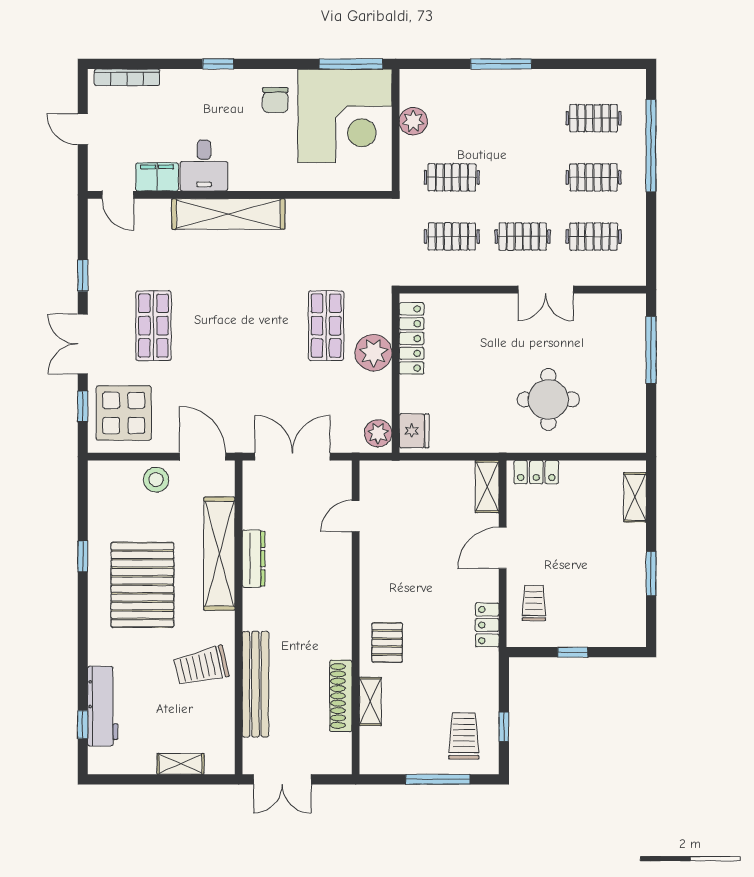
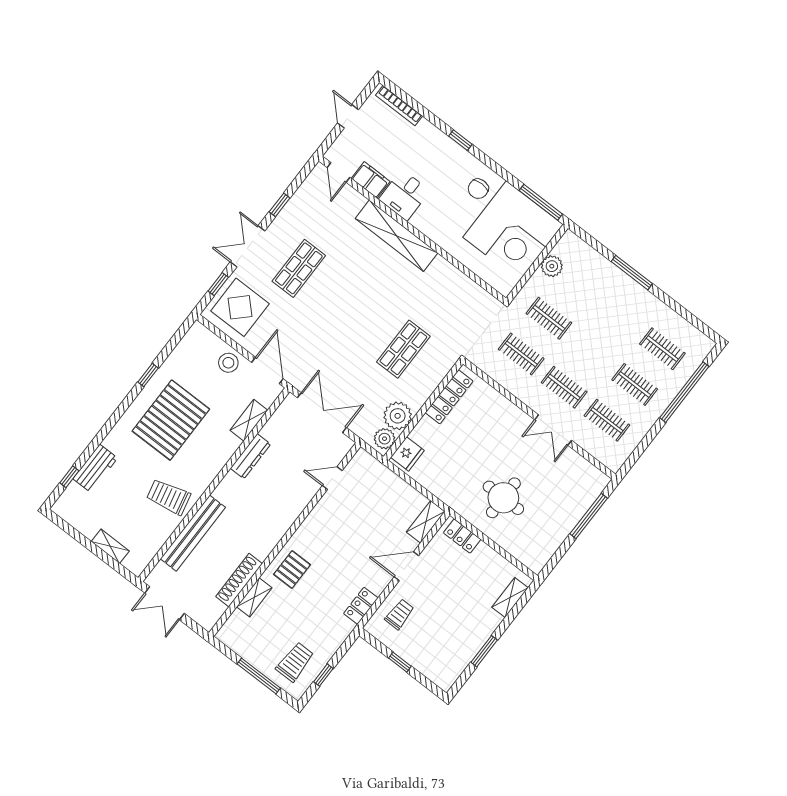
plant: (373, 353) -> (398, 416), moved
shelving: (219, 554) -> (249, 420), width x0.45, depth x0.75
workbench: (103, 706) -> (95, 468), width x0.73

